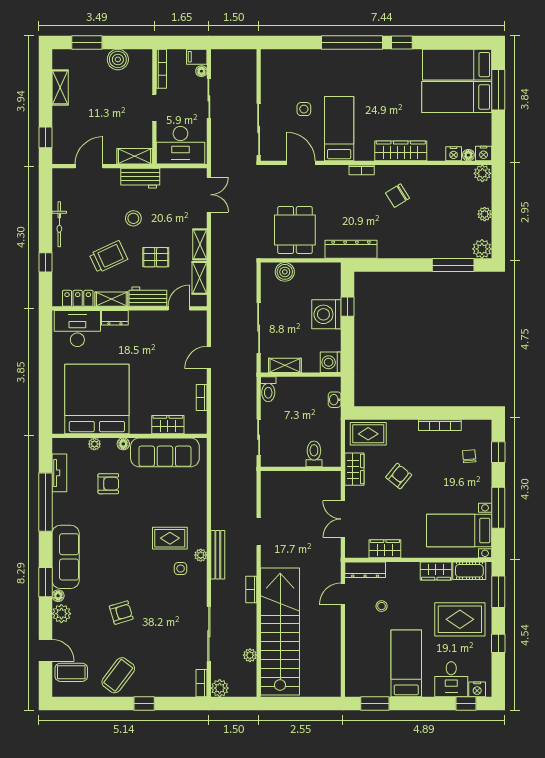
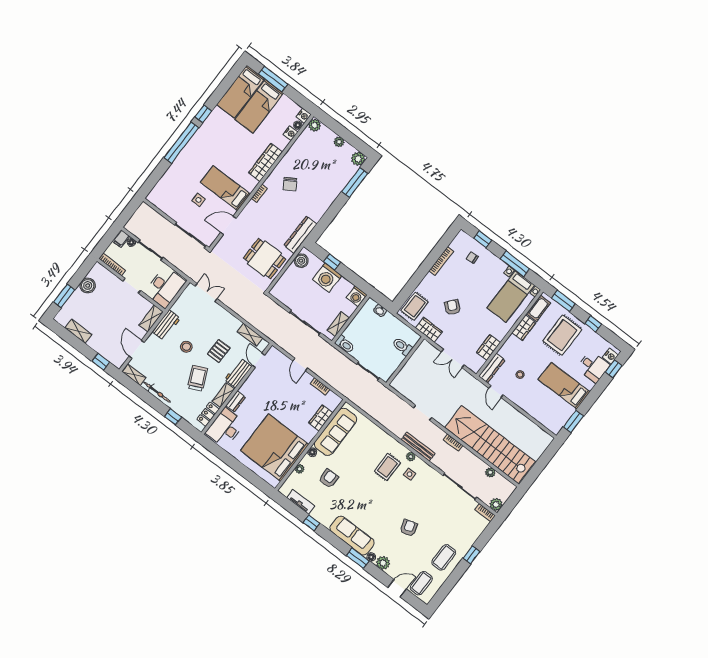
shelving: (200, 244) -> (134, 375), moved
boiler: (285, 272) -> (301, 261), moved
window: (46, 502) -> (312, 523), width x0.32
coffee table: (118, 675) -> (444, 557), turned 53

